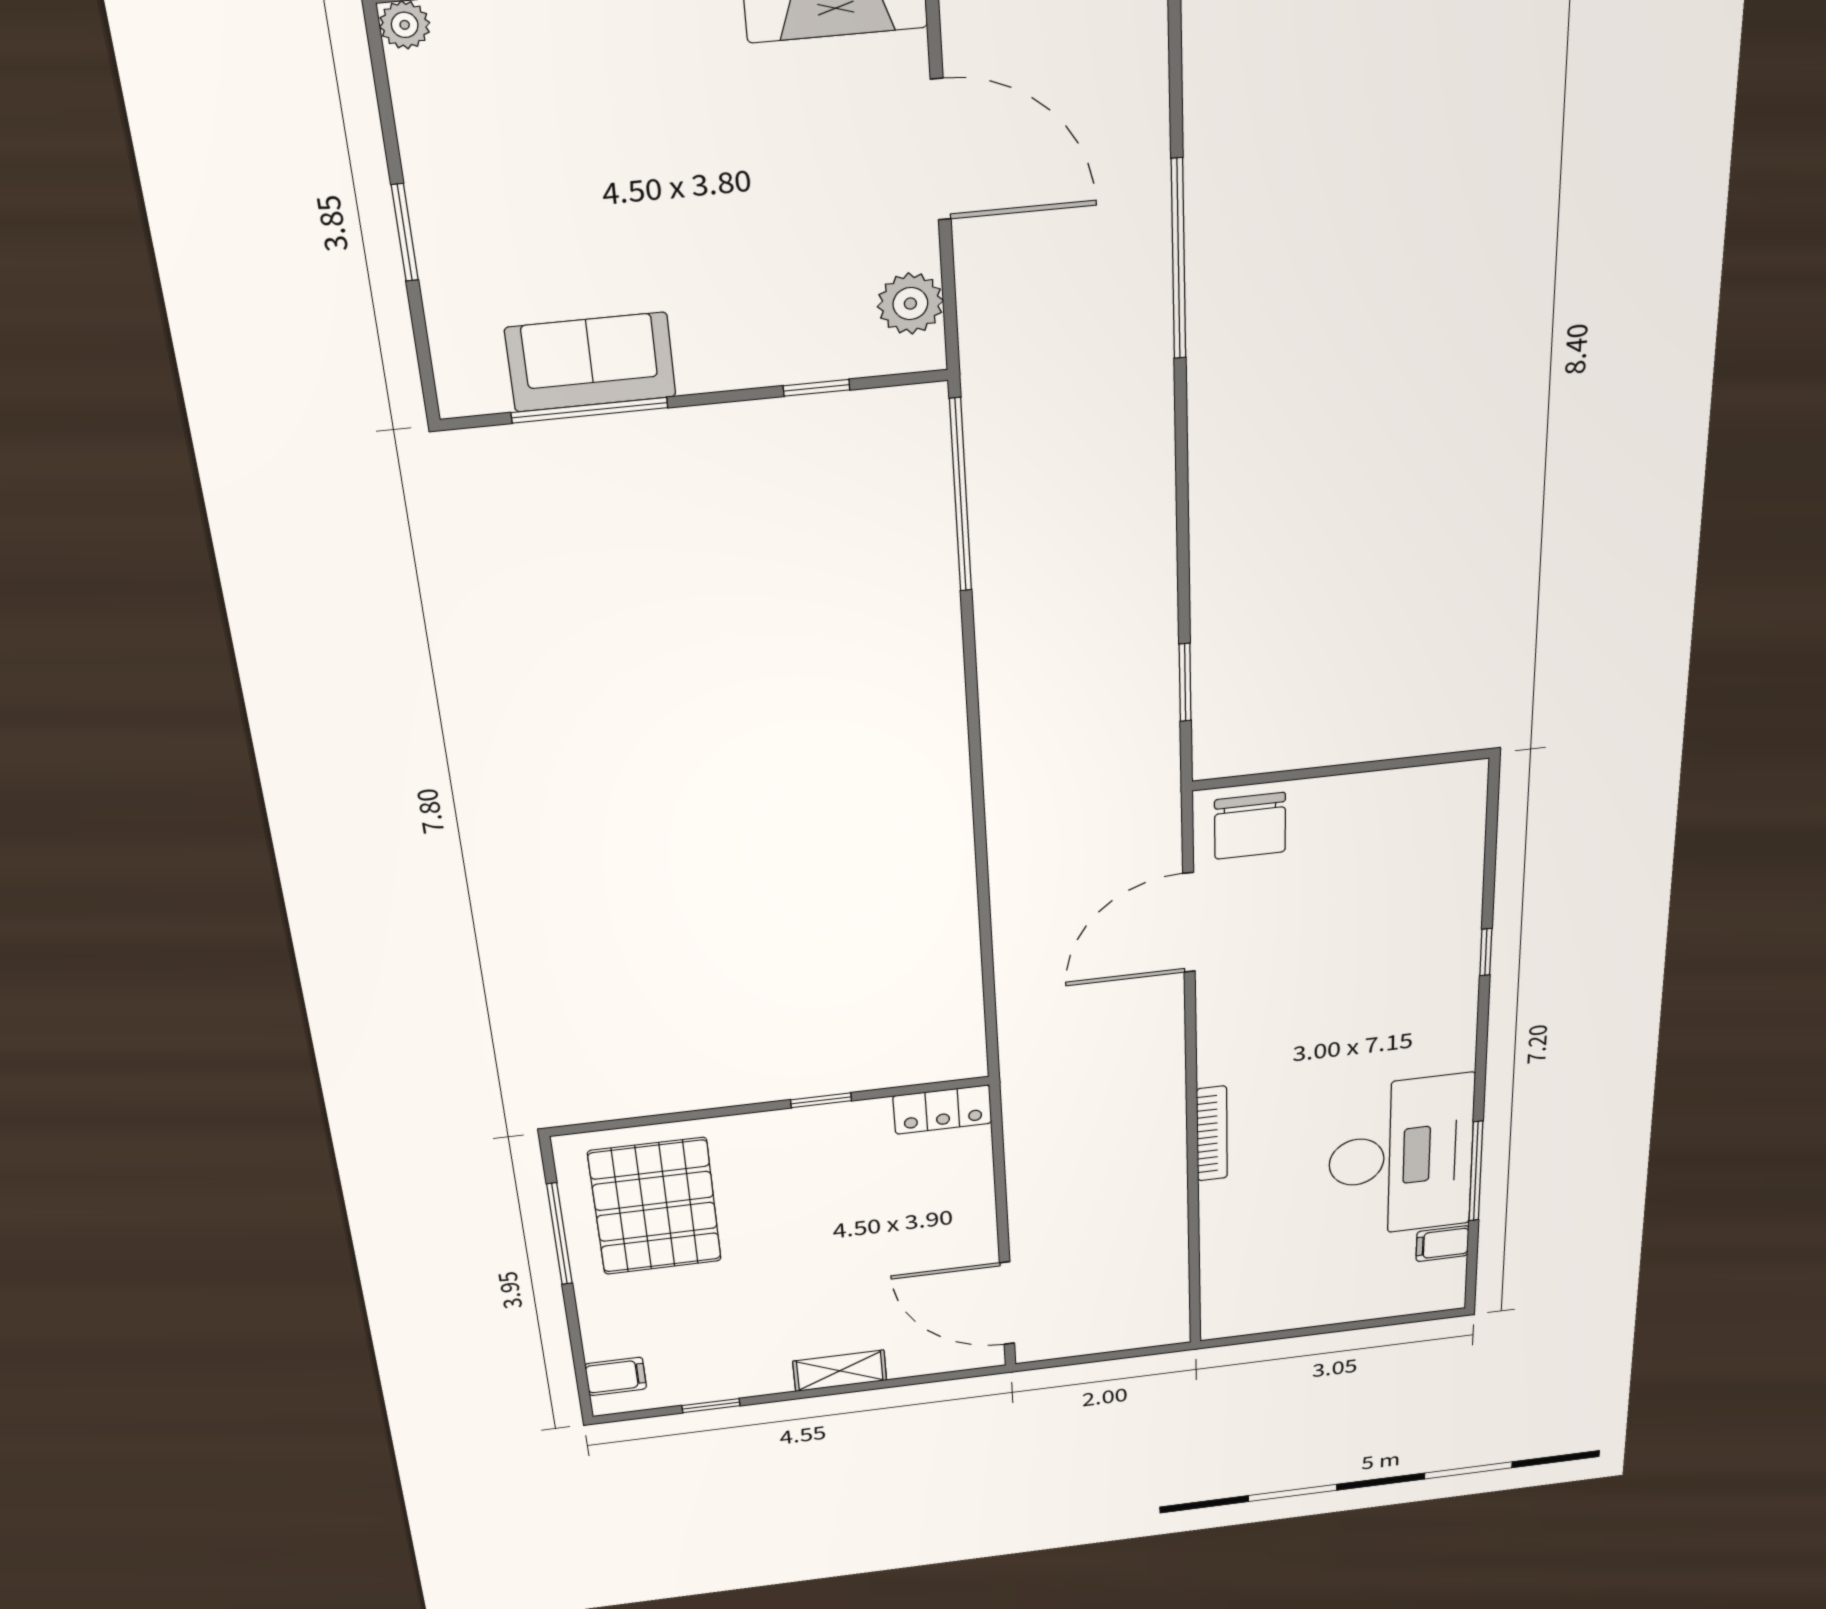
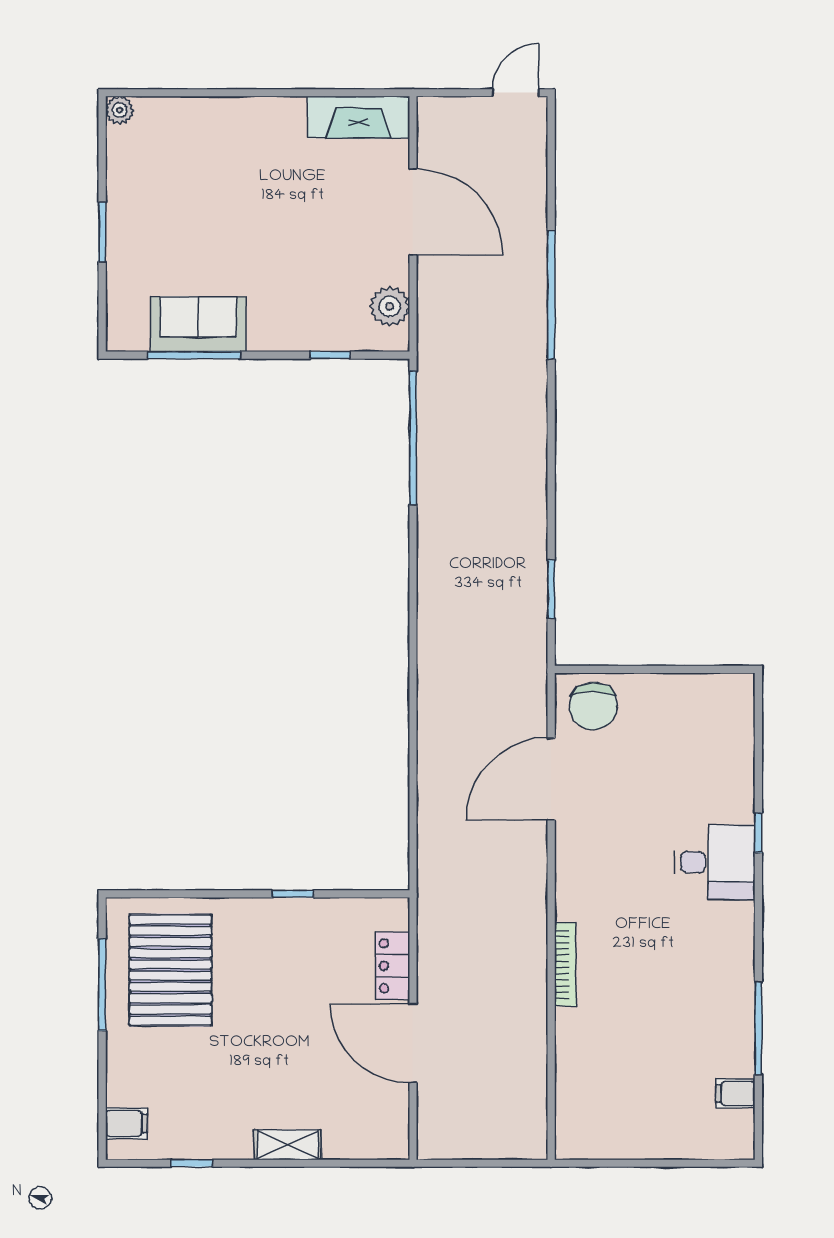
locker: (942, 1110) -> (392, 966), moved, turned 90
desk: (1401, 1157) -> (715, 862), moved, width x0.53, depth x0.77
door: (1007, 1303) -> (413, 1043), moved

